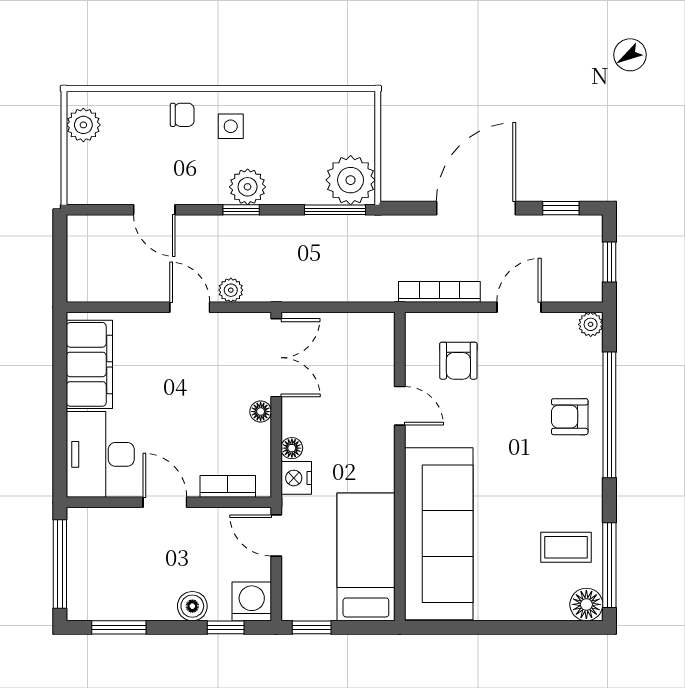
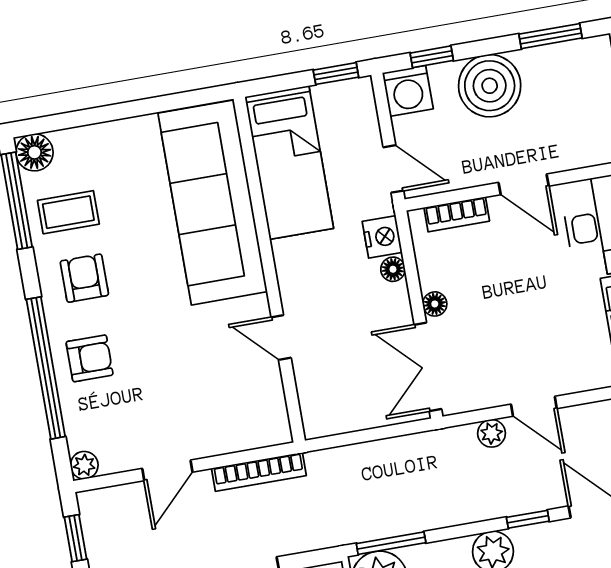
window: (241, 210) -> (528, 519), moved
armchair: (458, 361) -> (84, 278), moved
boiler: (192, 606) -> (490, 86), width x1.86, depth x1.86

